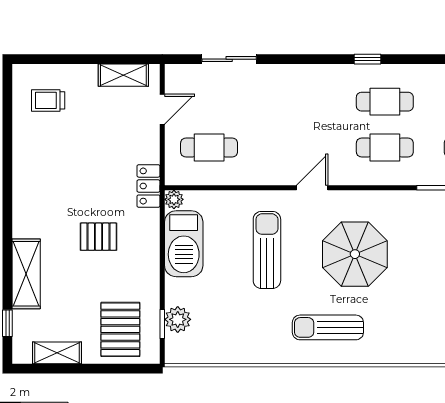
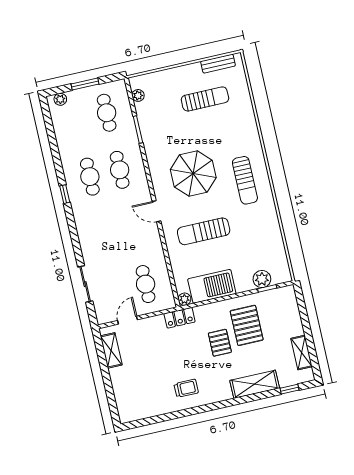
trolley: (48, 100) -> (186, 388), moved, turned -90
door: (162, 109) -> (128, 320), hinge flipped
pallet: (120, 329) -> (247, 325), moved, turned 90

